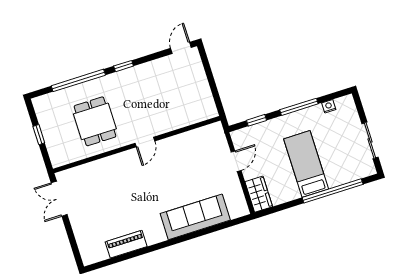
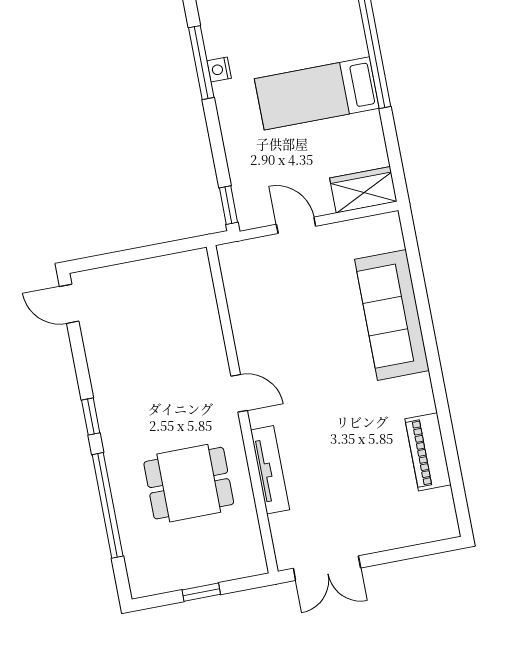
nightstand: (329, 106) -> (219, 69), moved
window: (299, 107) -> (201, 63), moved
window: (256, 120) -> (228, 205), moved
tv unit: (107, 163) -> (270, 470), added

